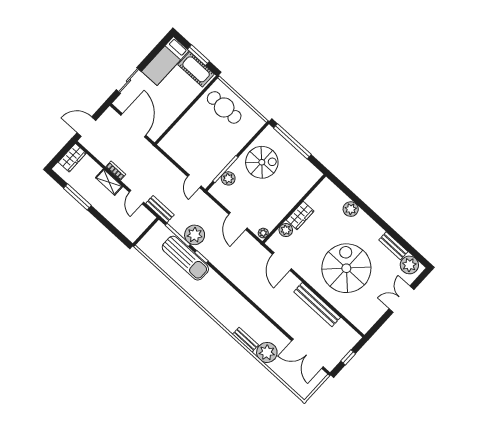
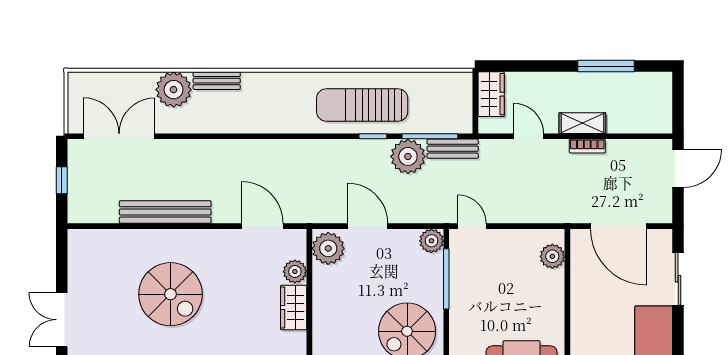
plant: (172, 138) -> (552, 256), added
wardrobe: (72, 158) -> (491, 94), moved, turned 180
plant: (228, 178) -> (431, 241), moved
bench: (160, 209) -> (453, 149), moved
plant: (263, 233) -> (328, 248), width x1.88, depth x1.88
sun lounger: (185, 258) -> (362, 105), moved
spiral stairs: (346, 268) -> (170, 294), width x0.73, depth x0.73
double door: (402, 299) -> (62, 320), swing flipped

